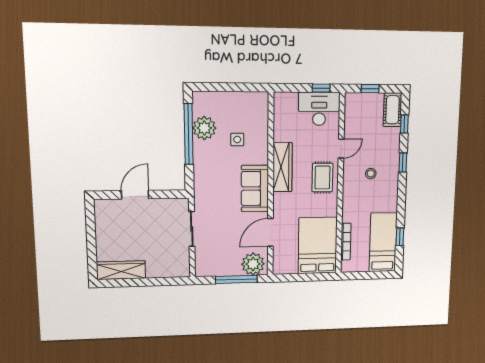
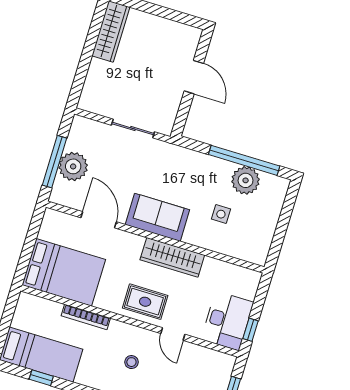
bookcase: (346, 242) -> (86, 317), moved
plant: (253, 264) -> (73, 166), moved

